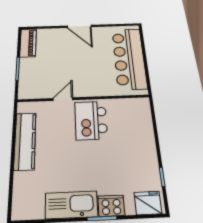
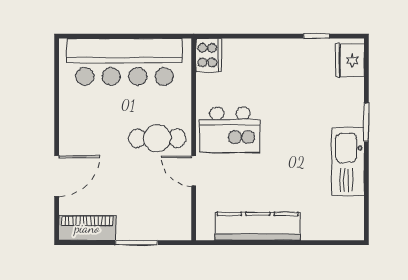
door: (79, 26) -> (57, 176), moved
cafe table: (83, 78) -> (157, 138), added
cooker: (111, 206) -> (209, 55), moved, turned 180

